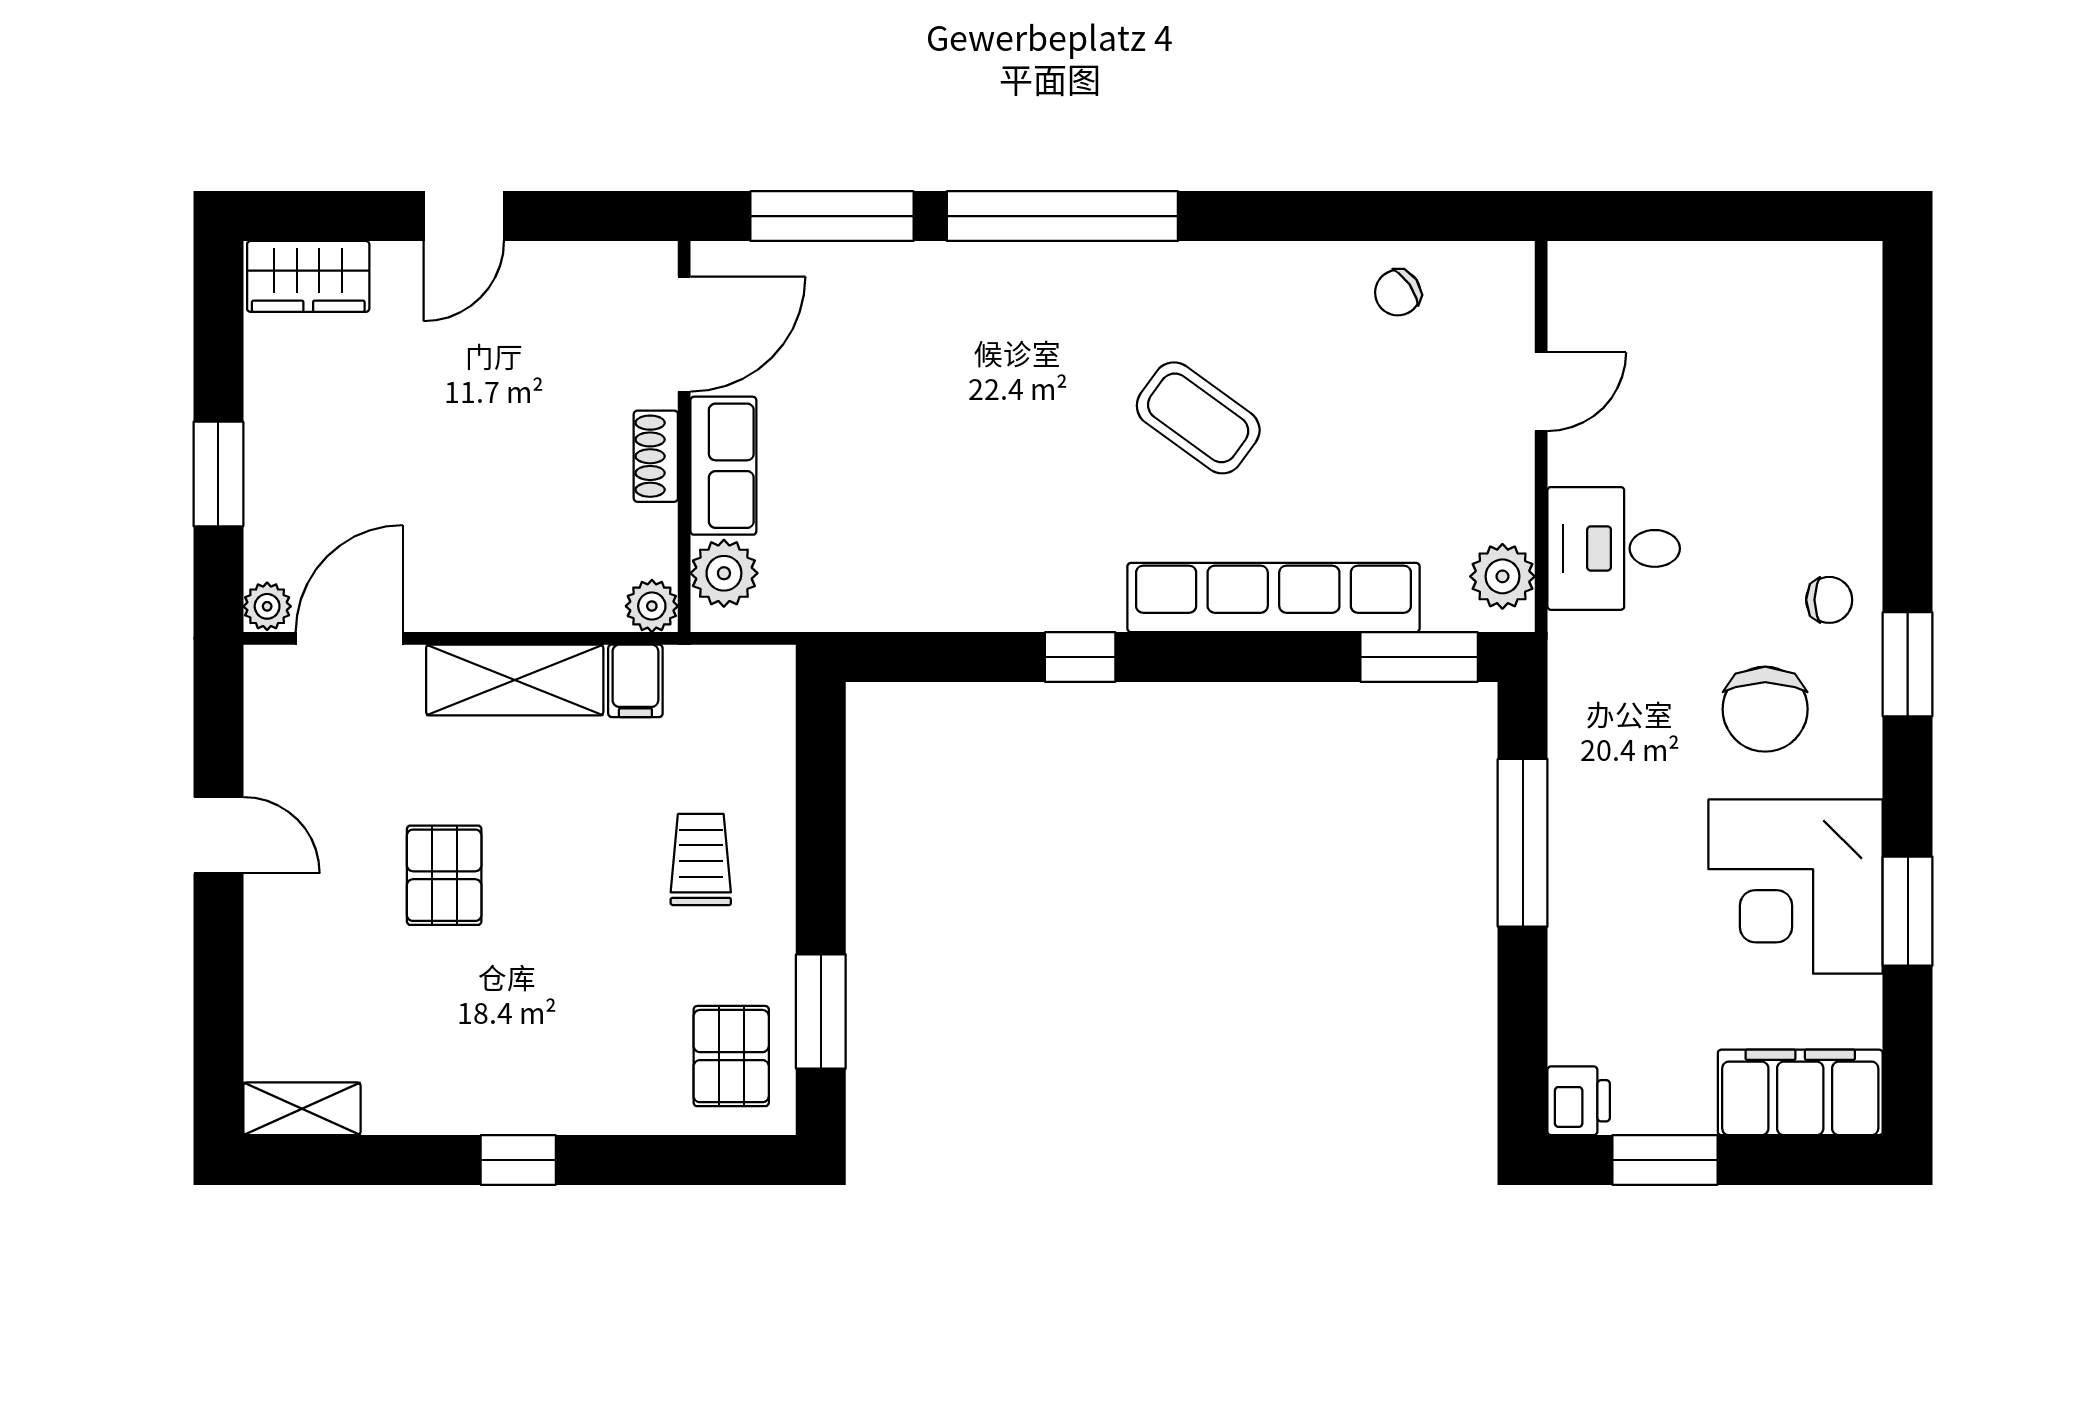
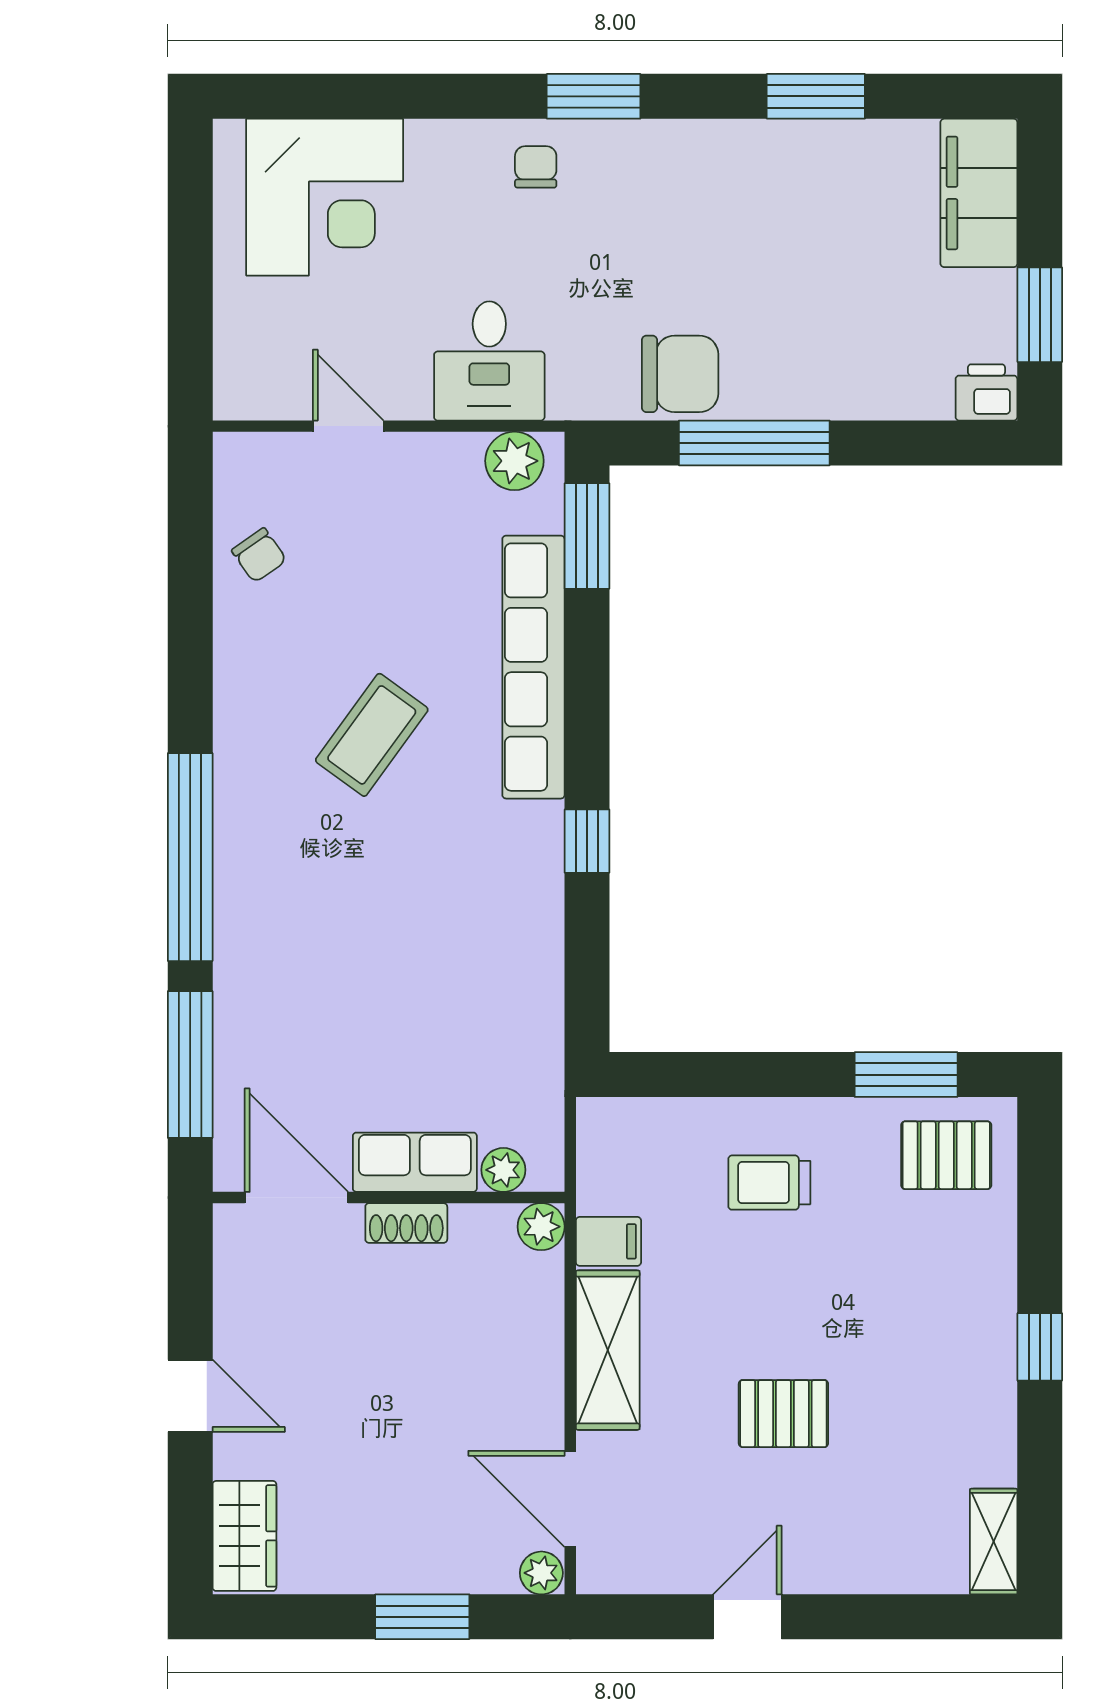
plant: (724, 573) -> (503, 1170), width x0.73, depth x0.73
chair: (1765, 709) -> (680, 374), moved
corner desk: (1796, 887) -> (325, 197), moved

